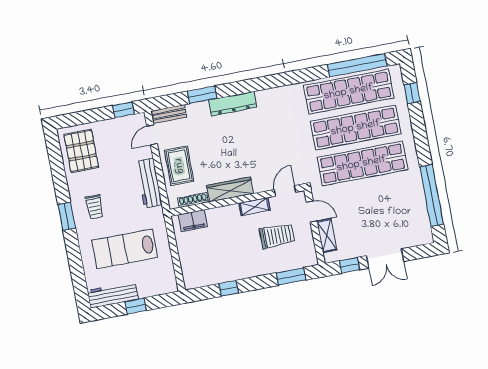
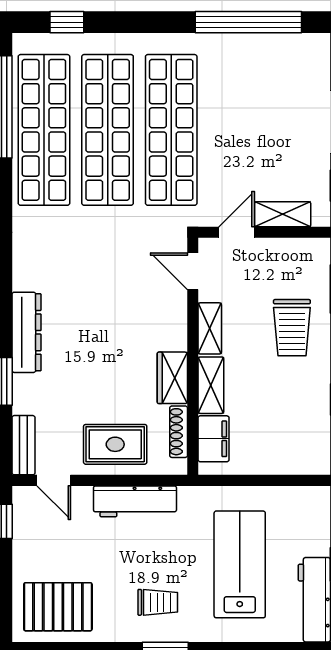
wardrobe: (230, 189) -> (172, 378), width x0.67
shelving: (223, 213) -> (211, 385), added
trolley: (277, 236) -> (292, 328), moved, turned 180
lab bench: (125, 249) -> (240, 564), turned 180

